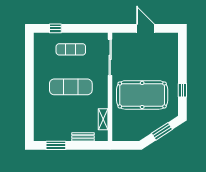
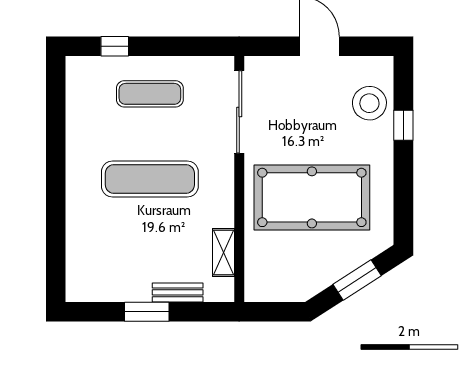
stool: (167, 53) -> (369, 103), added
window: (182, 90) -> (403, 125), moved
window: (56, 145) -> (147, 312), moved

